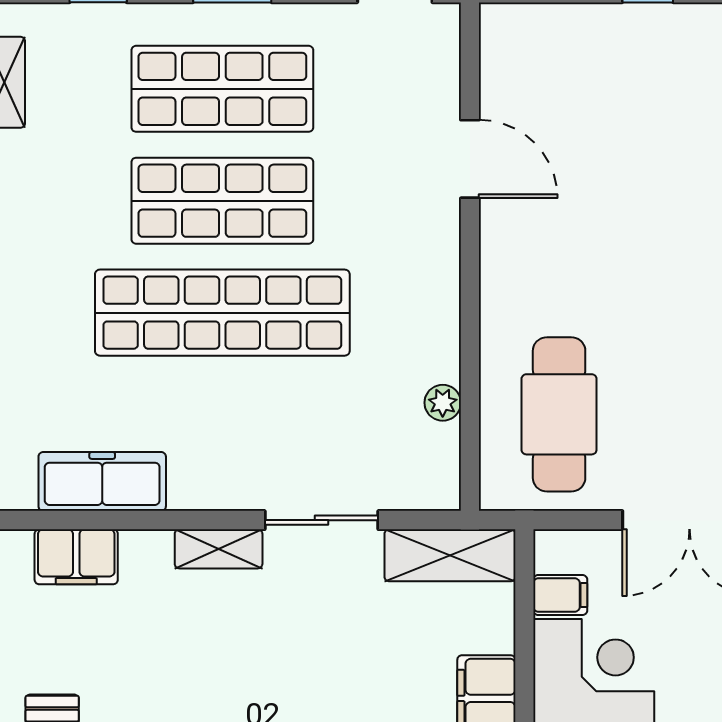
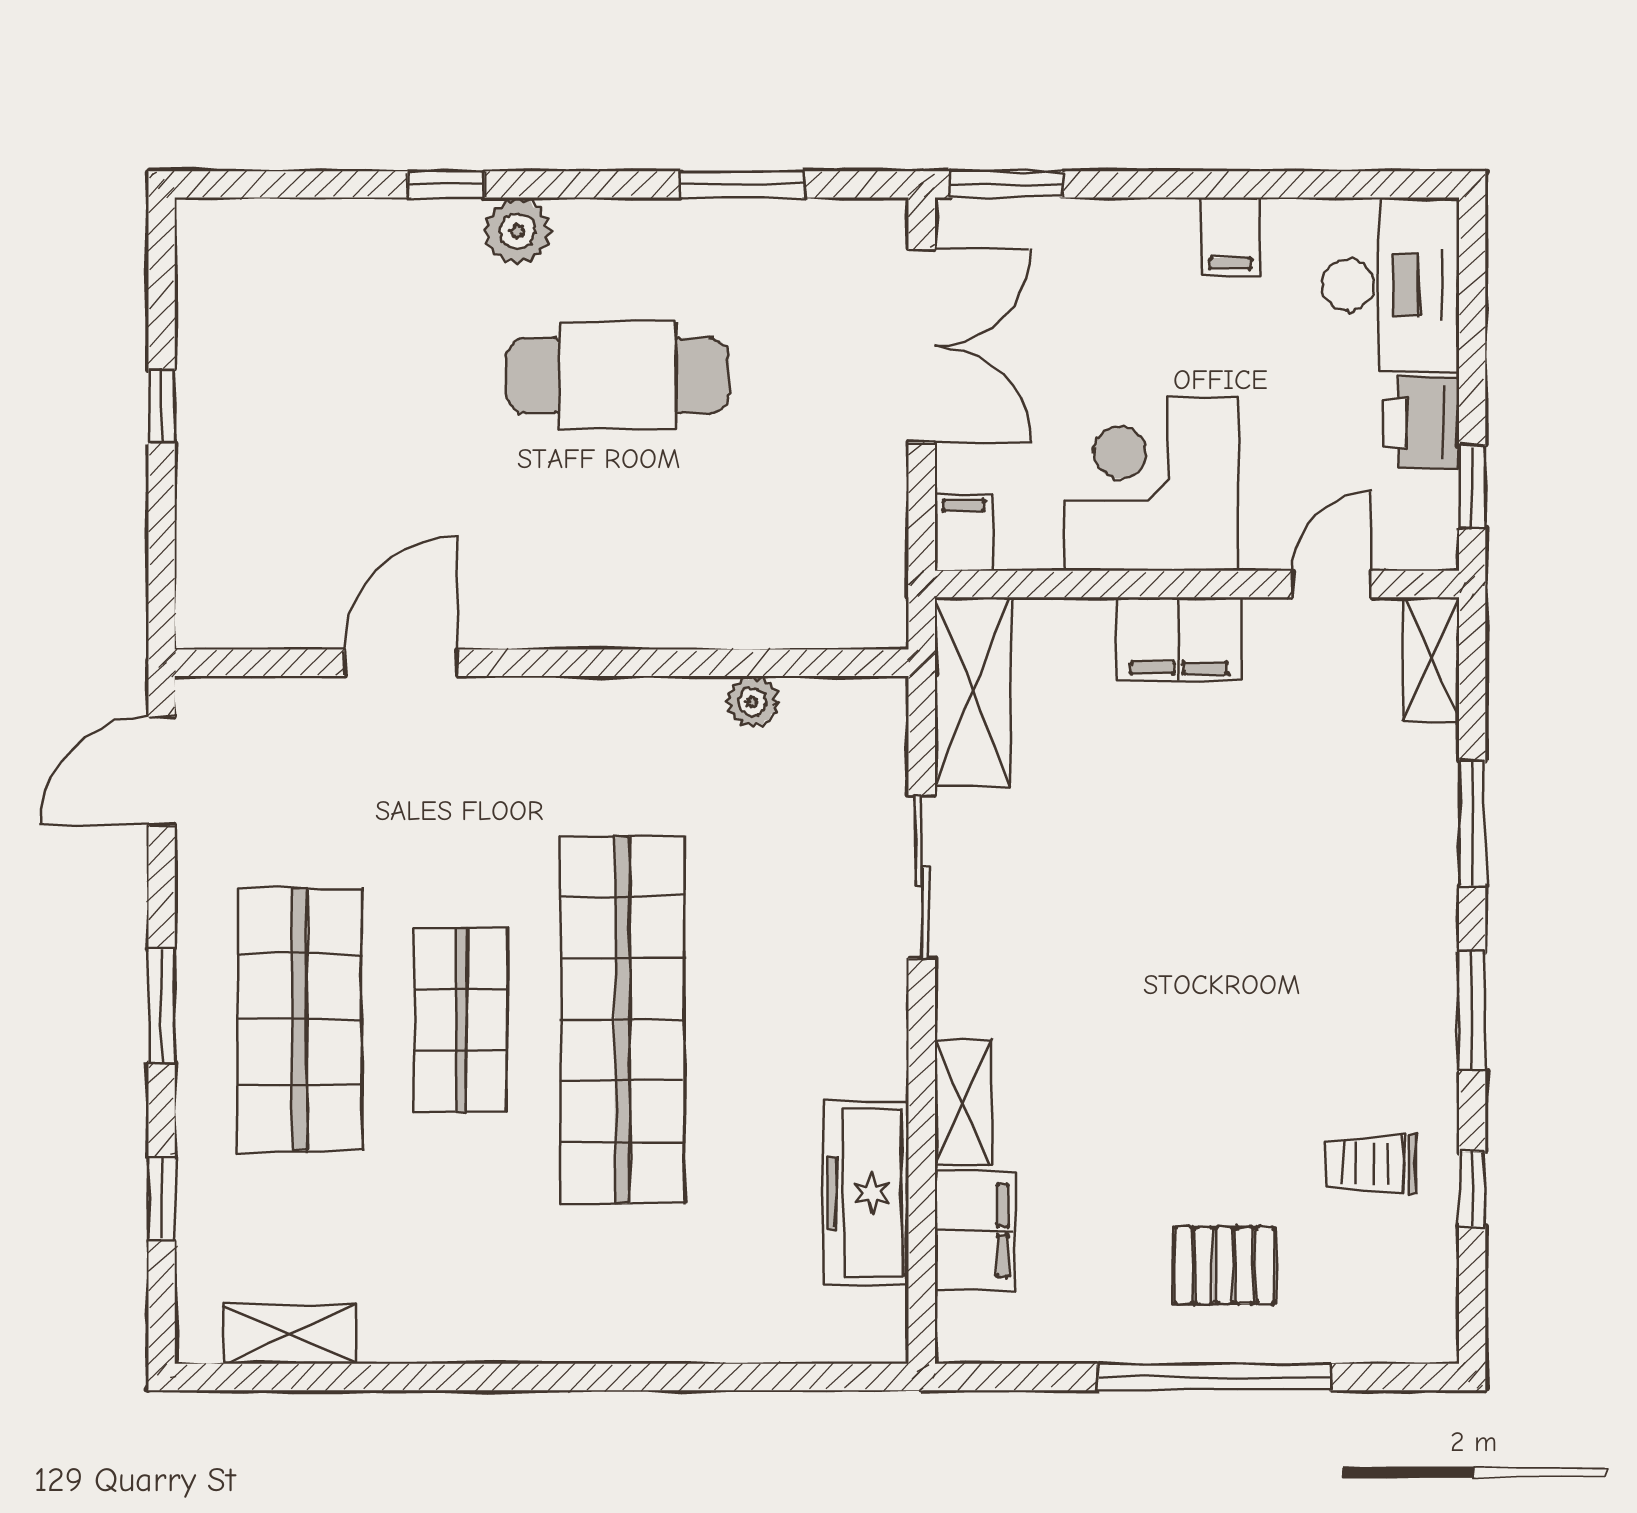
shop shelf: (222, 201) -> (461, 1020), width x0.70, depth x0.74
cafe table: (559, 414) -> (618, 376), moved
shelving: (219, 549) -> (963, 1103), moved
filing cabinet: (560, 595) -> (964, 532), moved

